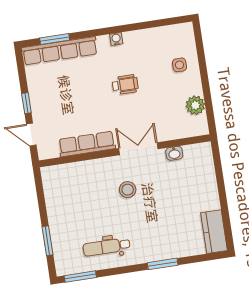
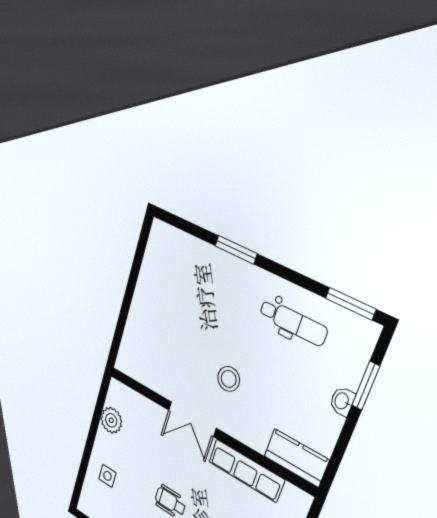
washbasin: (174, 153) -> (342, 401), moved, turned -90
kitchen counter: (214, 232) -> (296, 458), moved, turned -90

